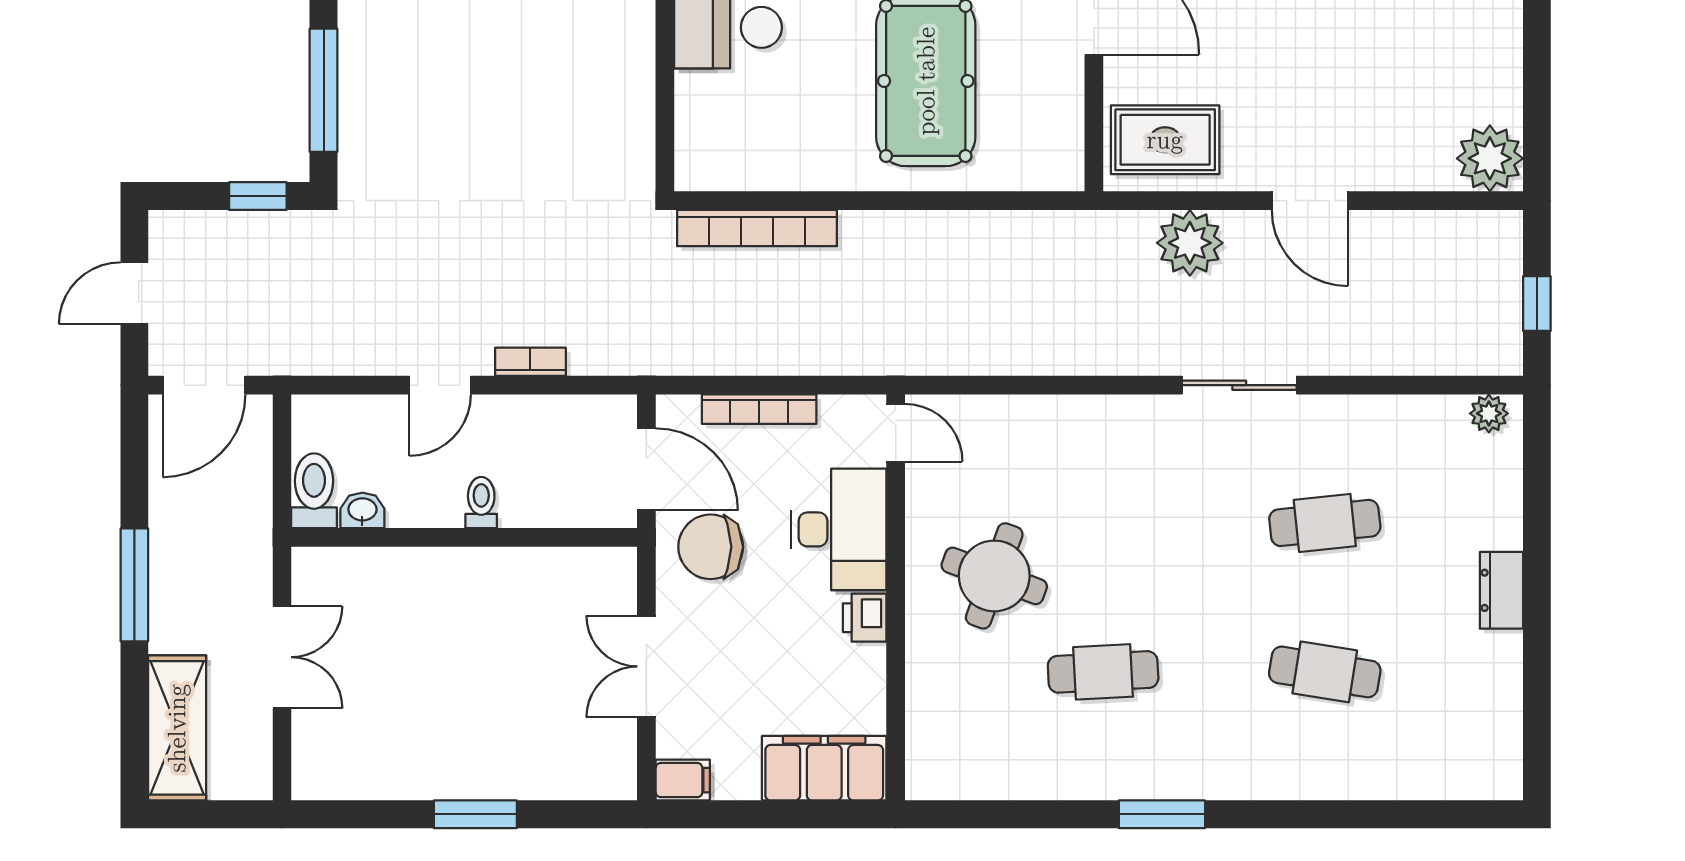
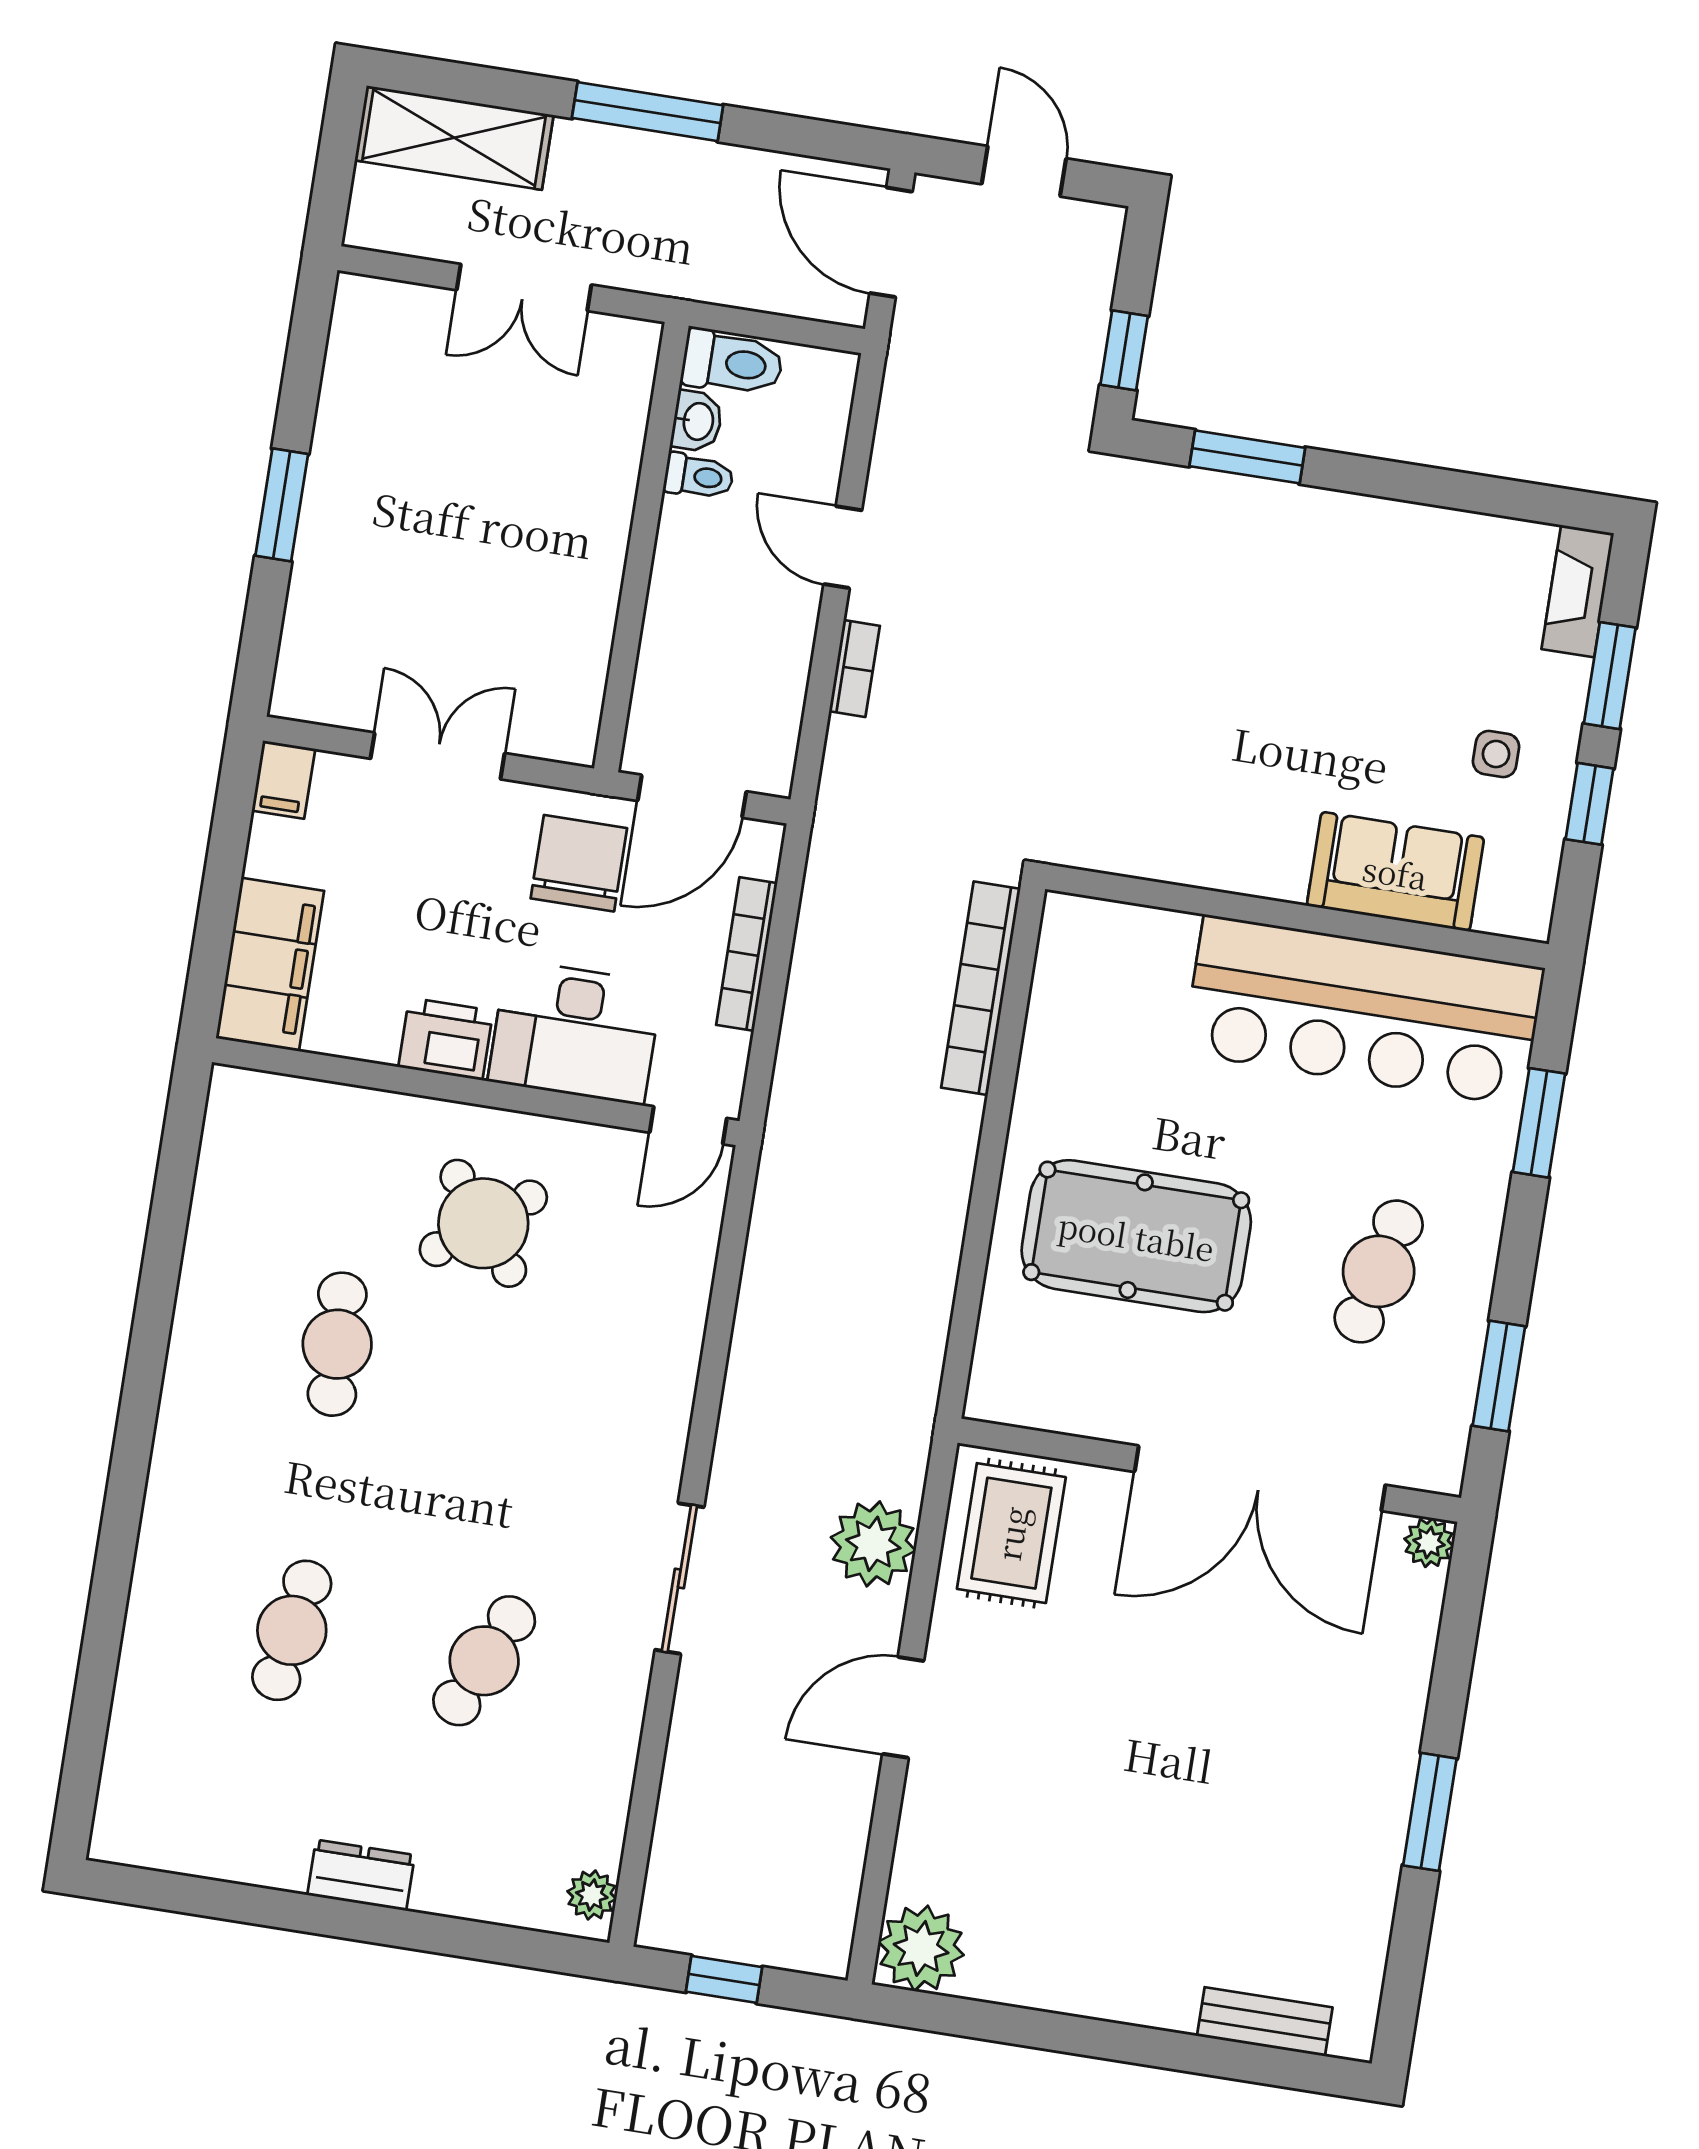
window: (324, 90) -> (1247, 457), width x0.69
toilet: (481, 503) -> (699, 476), moved
cafe table: (1325, 523) -> (484, 1661), turned 30
round table: (994, 576) -> (483, 1223), turned 32
printer: (865, 618) -> (446, 1039), width x1.36, depth x1.24
window: (1162, 814) -> (141, 1391), removed

